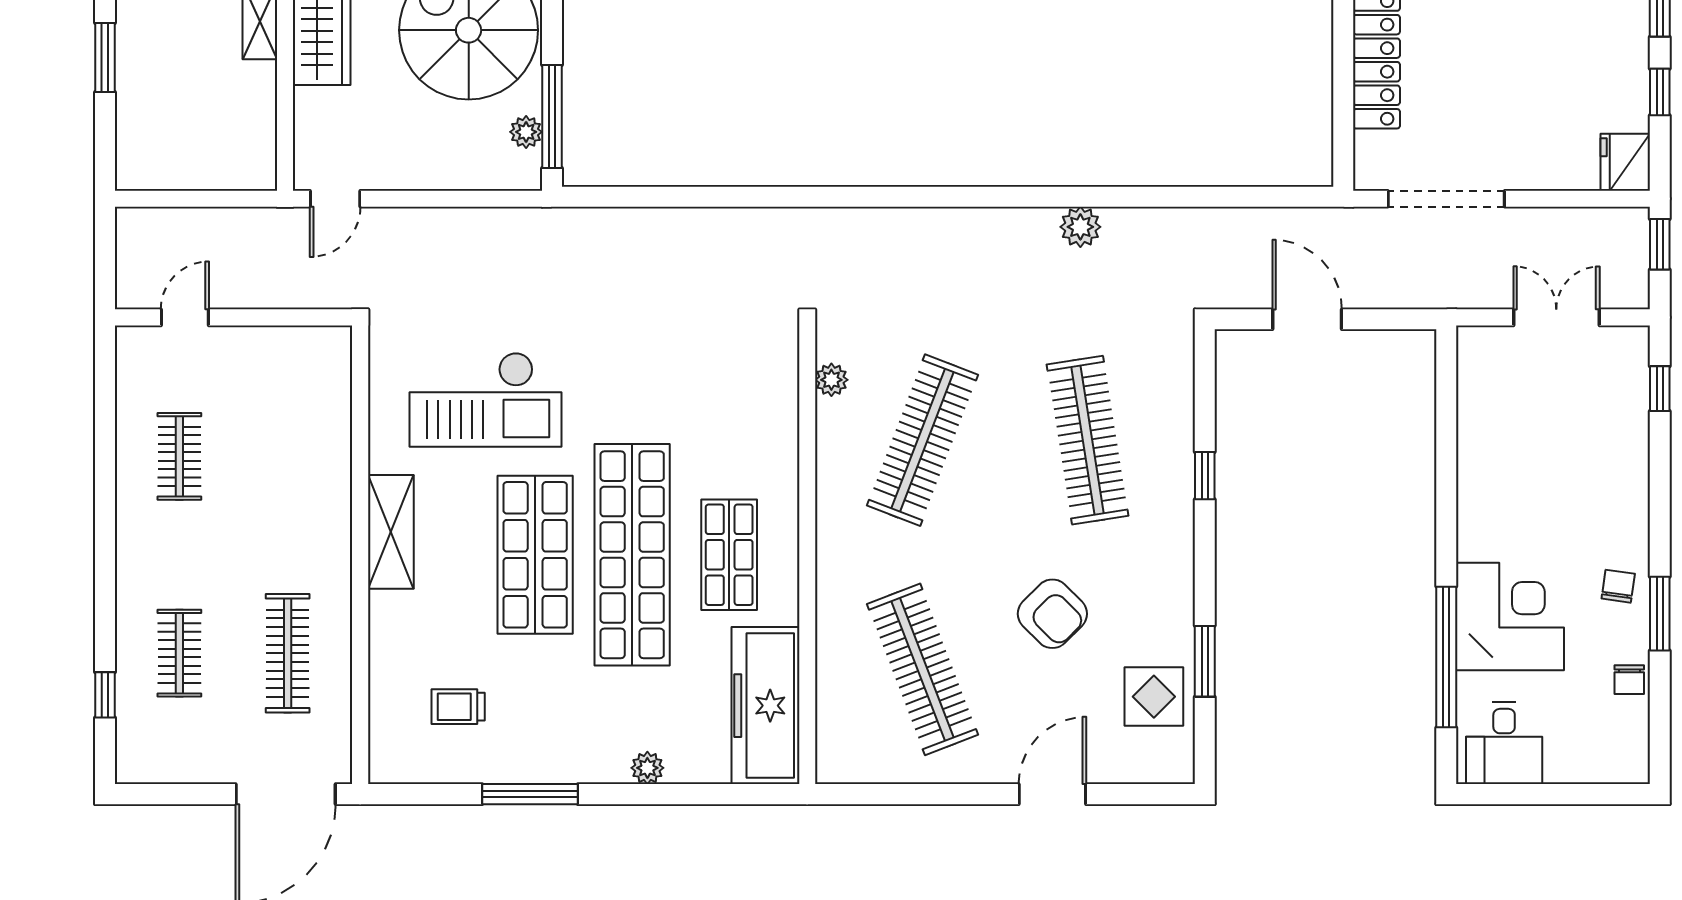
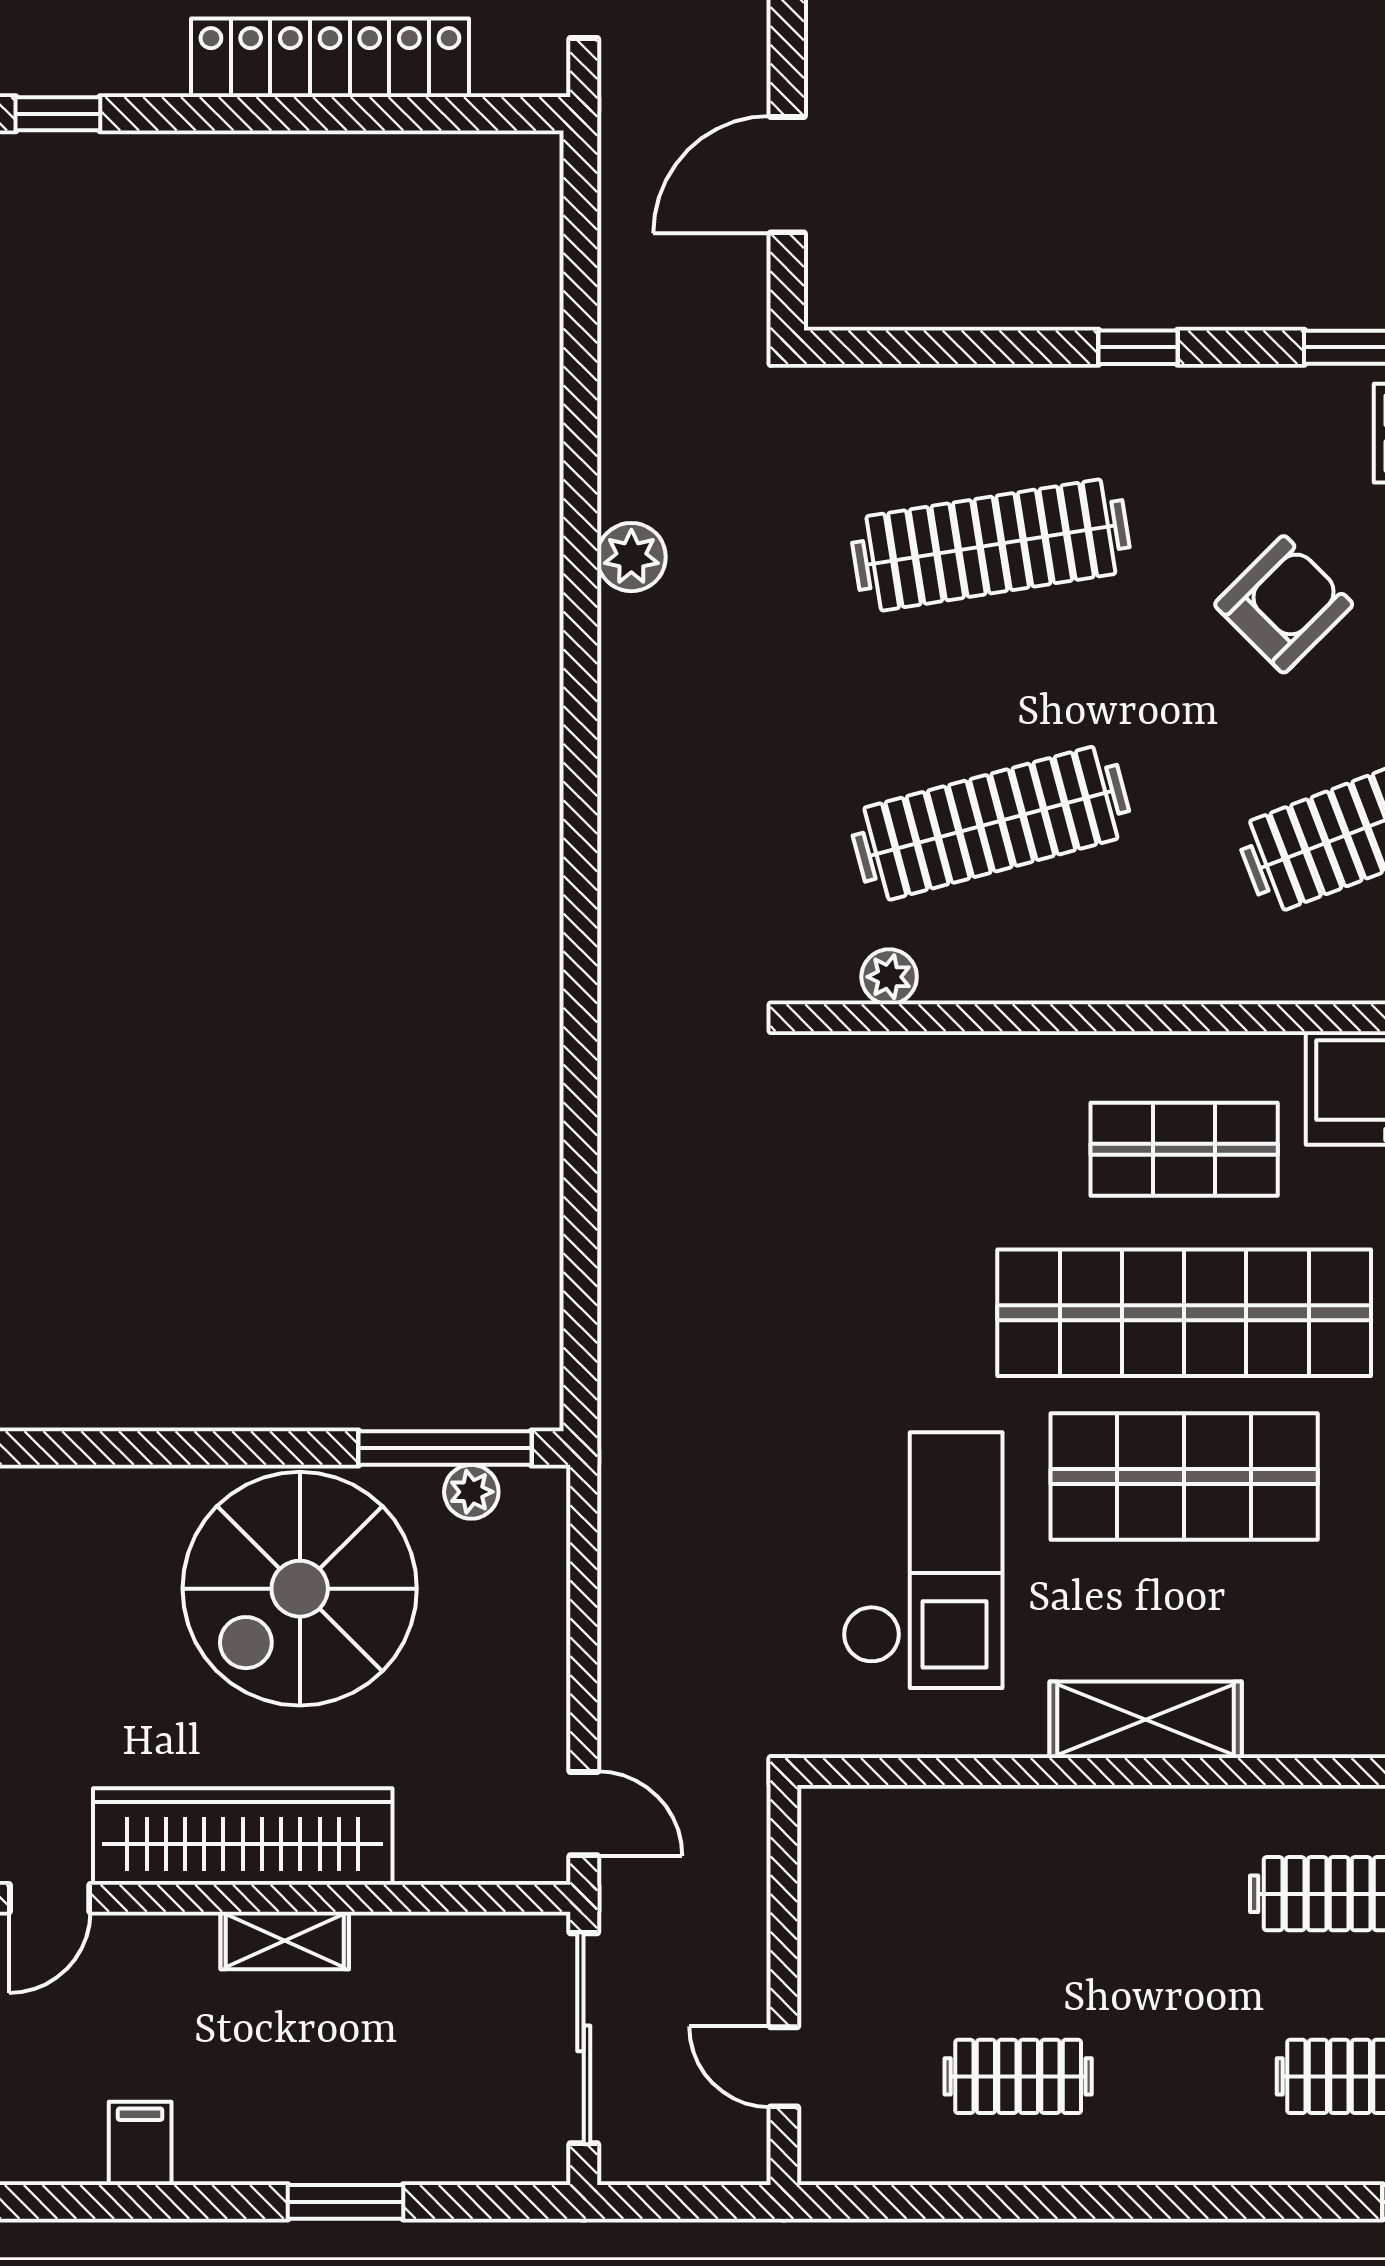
sliding door: (202, 199) -> (584, 2038), added
clothes rail: (923, 440) -> (991, 823), turned -36
window: (1205, 476) -> (1138, 347), moved

